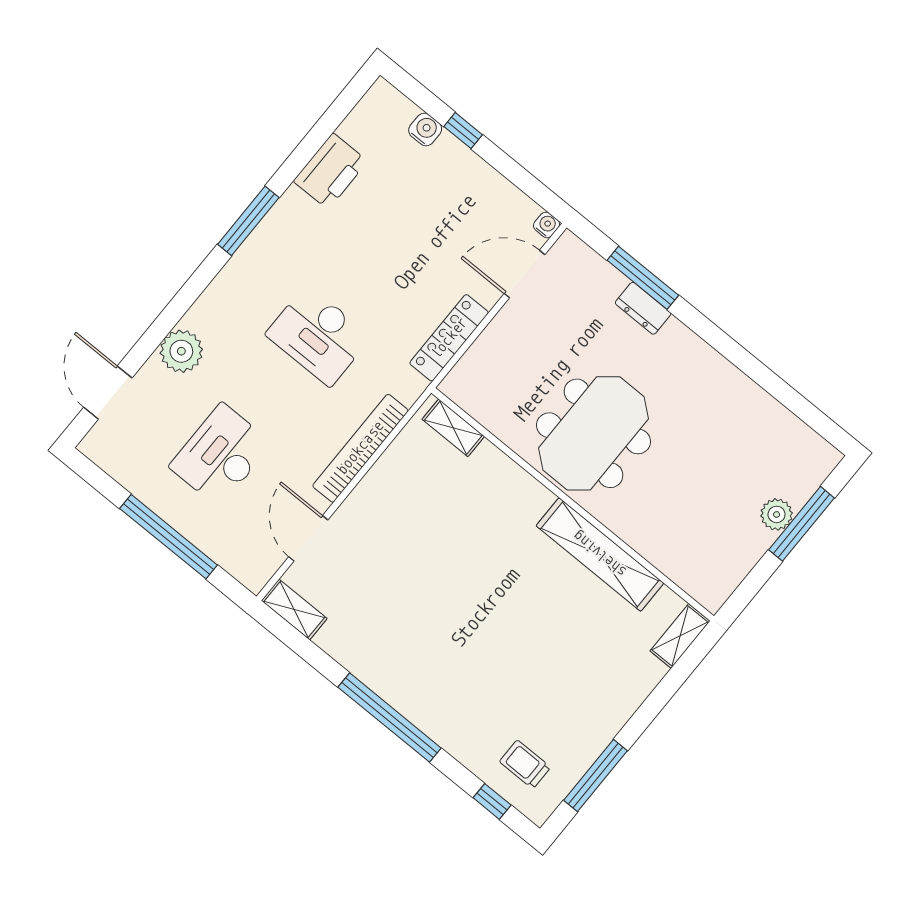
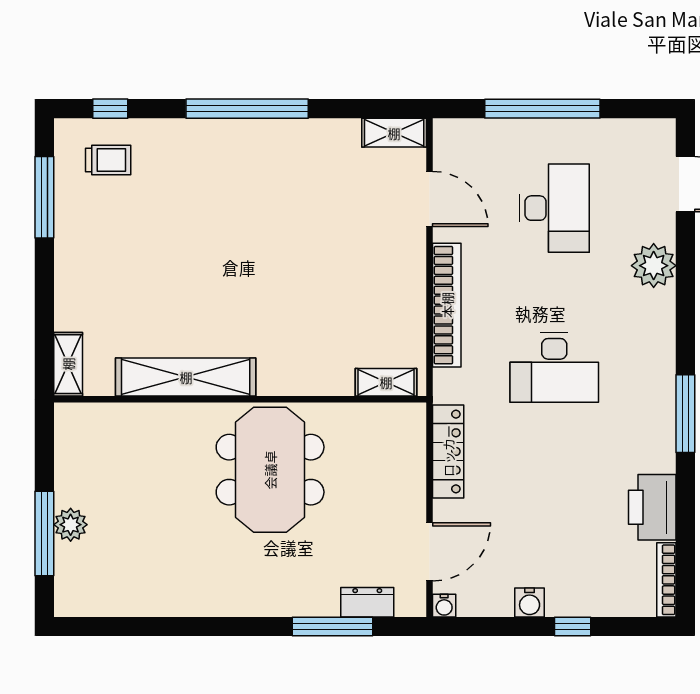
bookcase: (364, 108) -> (666, 580), added
water cooler: (425, 130) -> (530, 602), moved
dresser: (643, 308) -> (367, 602), moved
desk: (318, 336) -> (554, 368), turned 180

